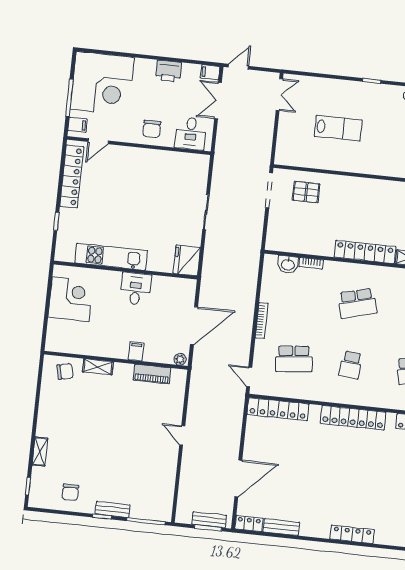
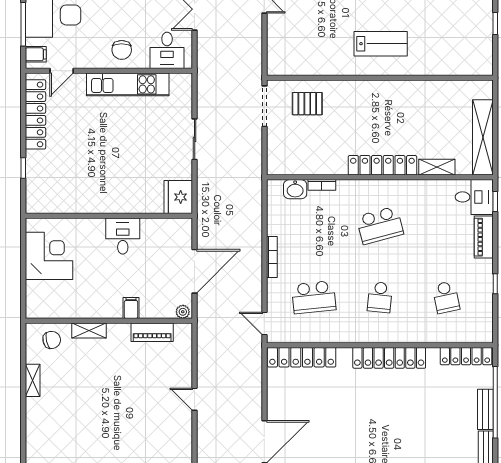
lab bench: (338, 128) -> (381, 44), moved
kitchen unit: (111, 257) -> (128, 84), moved, turned 180
shelving: (40, 452) -> (33, 380), moved

